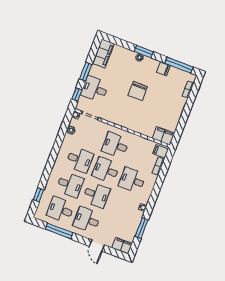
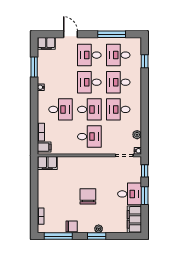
desk: (95, 89) -> (130, 194), moved
desk: (60, 210) -> (118, 55), turned 180
desk: (87, 220) -> (89, 55), turned 180

